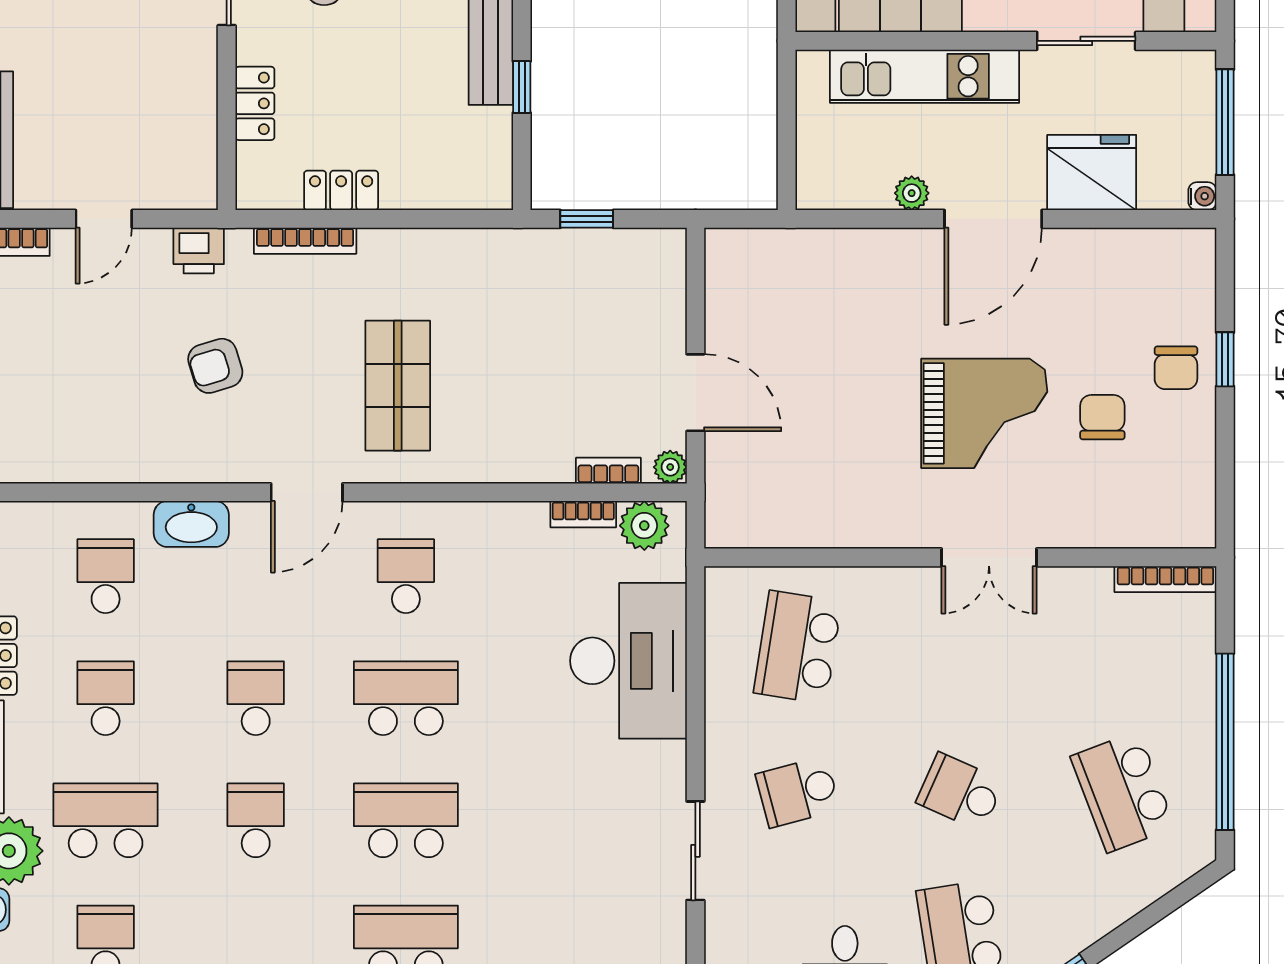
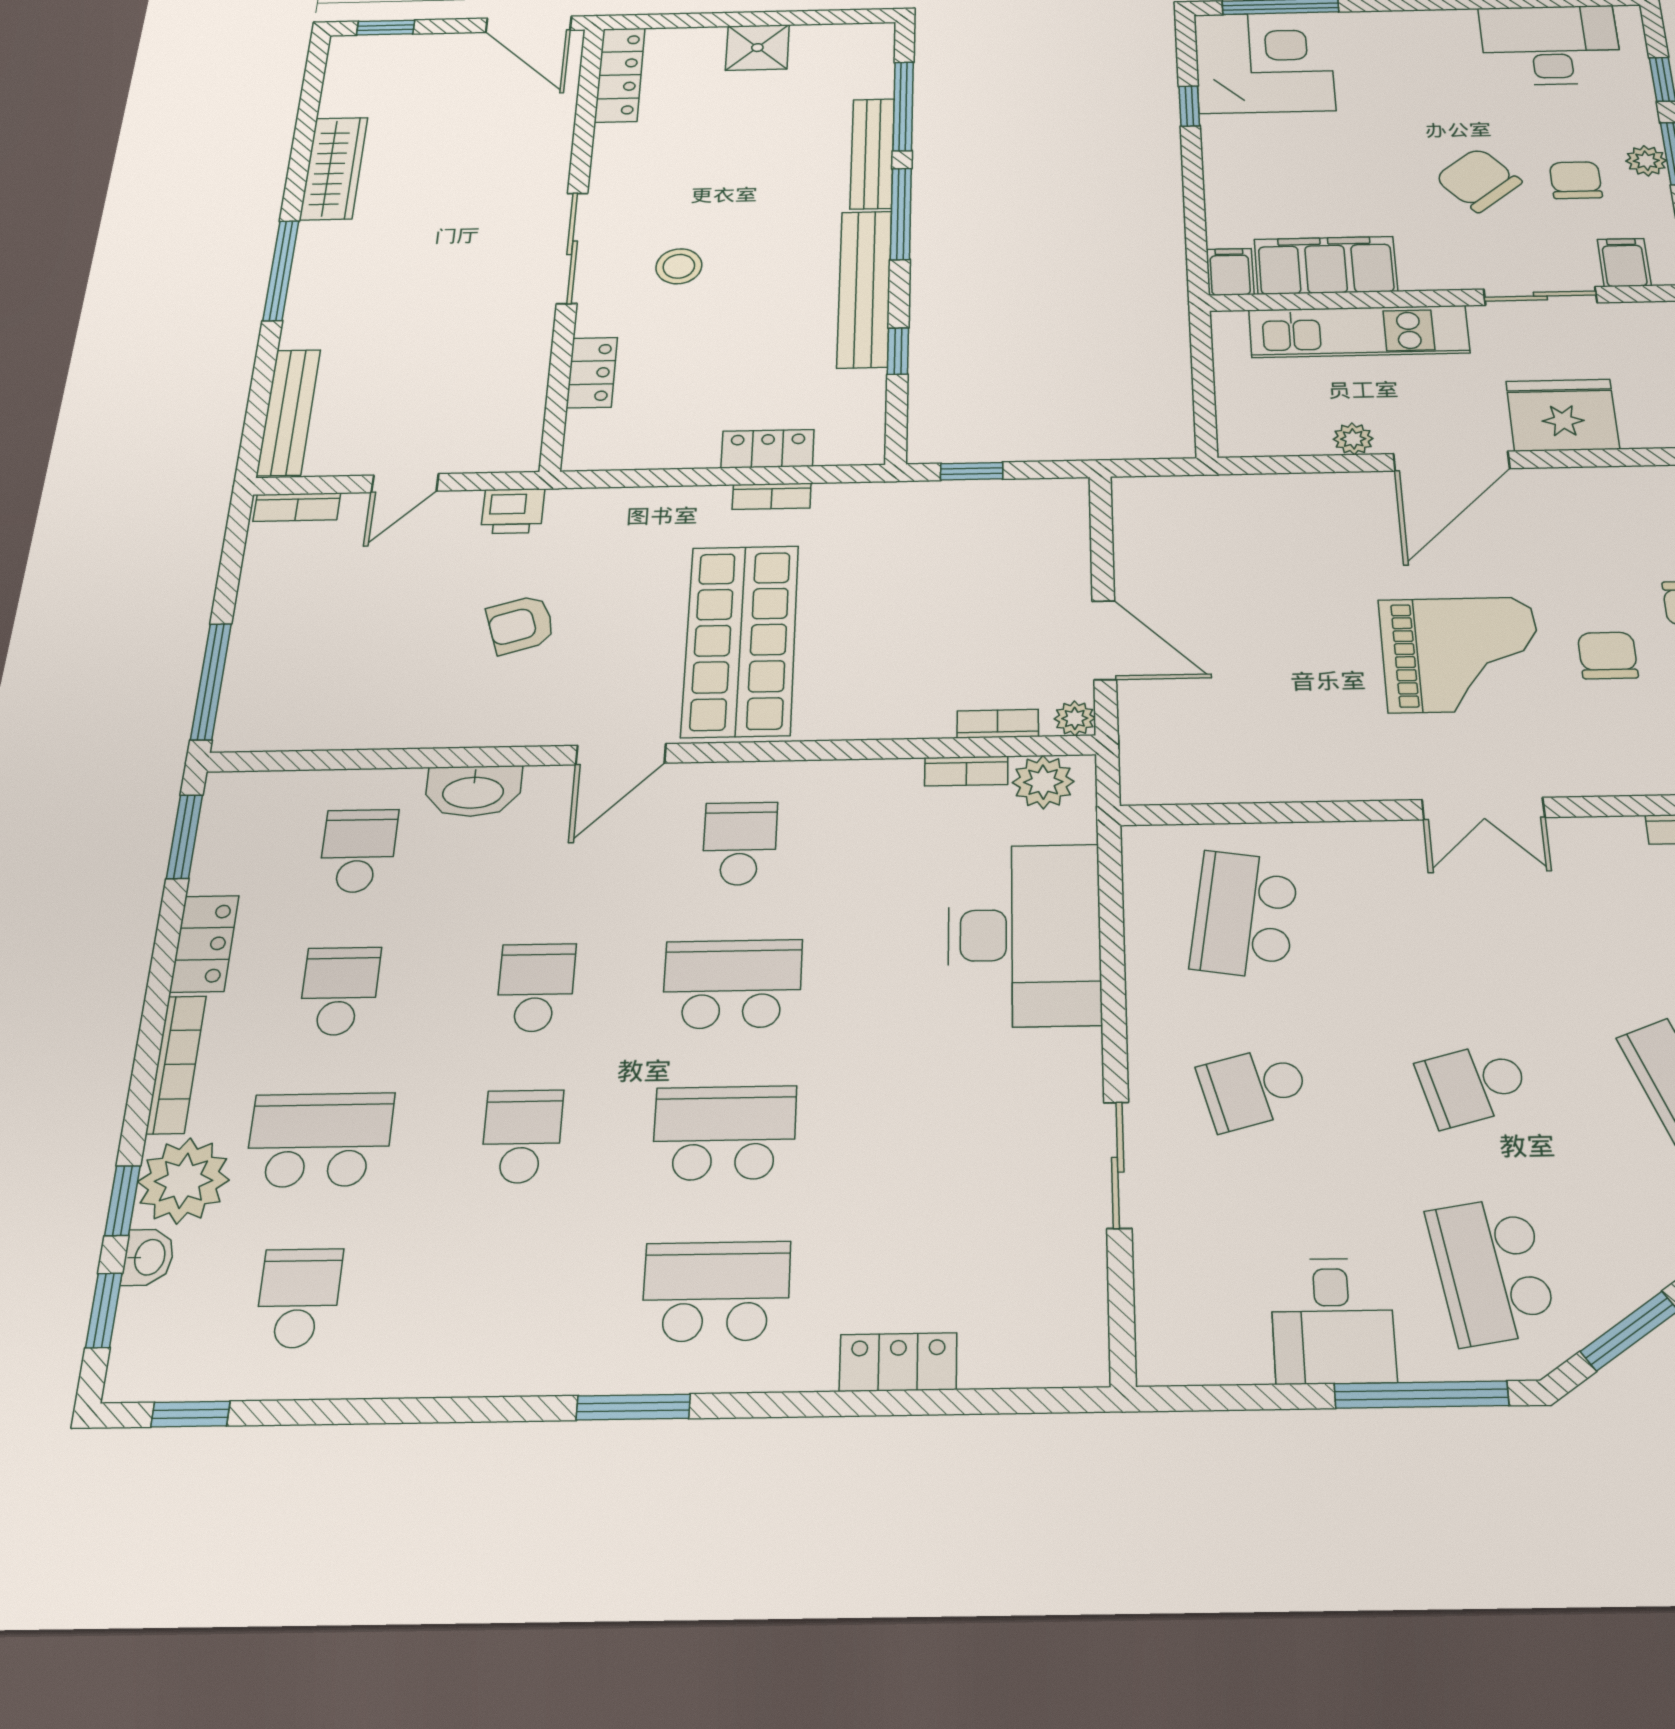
locker: (341, 190) -> (768, 449), moved
bookcase: (305, 241) -> (772, 496), moved, width x0.64
shop shelf: (398, 386) -> (741, 640), width x1.43, depth x1.36
school desk: (960, 792) -> (1473, 1084), turned -39

